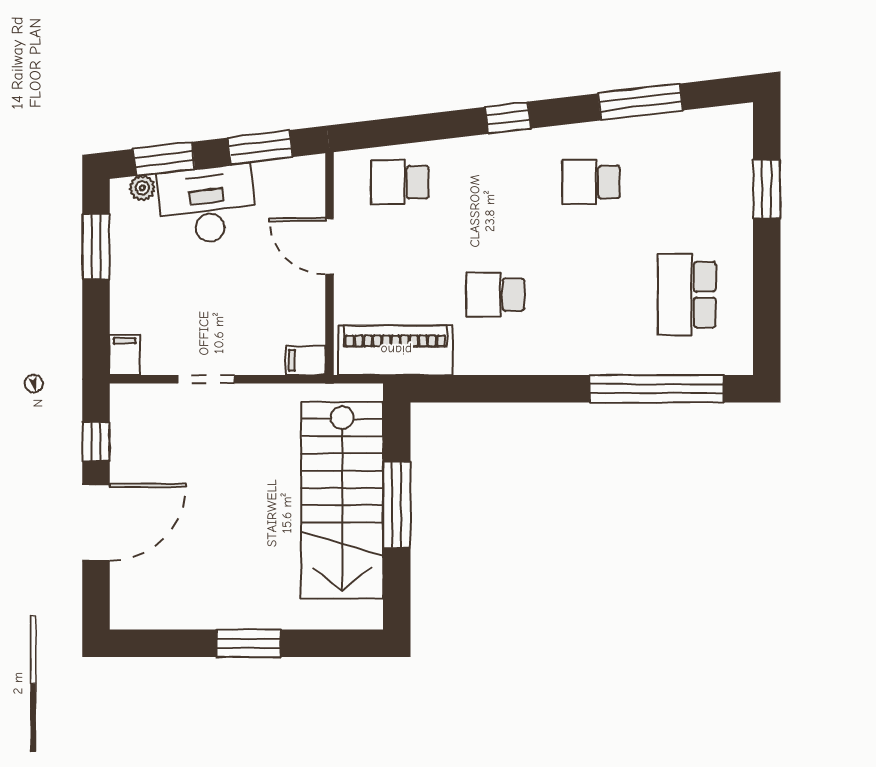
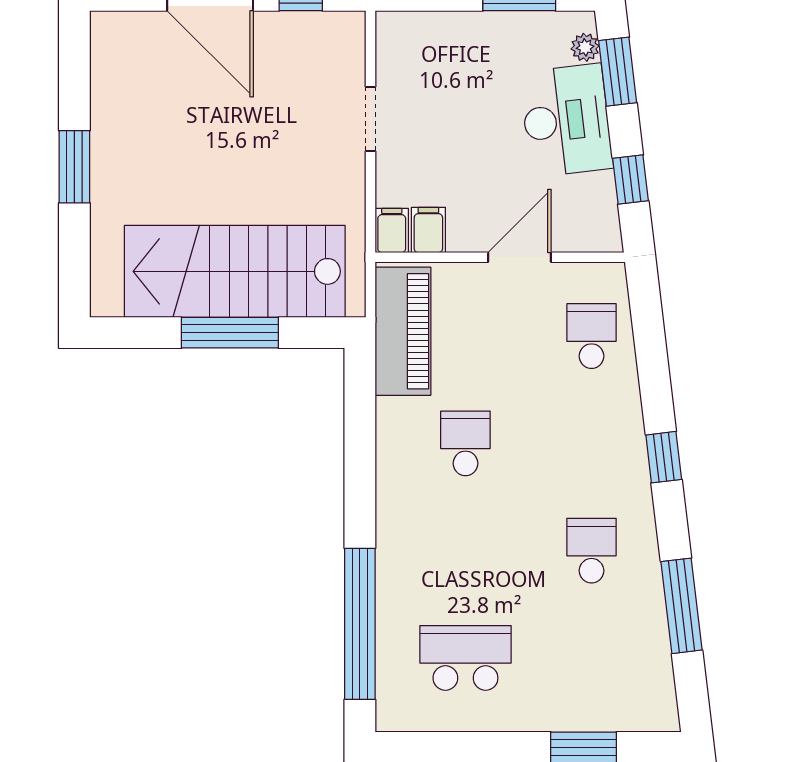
window: (260, 147) -> (631, 180), width x0.67
filing cabinet: (125, 355) -> (428, 230), moved, turned -90

